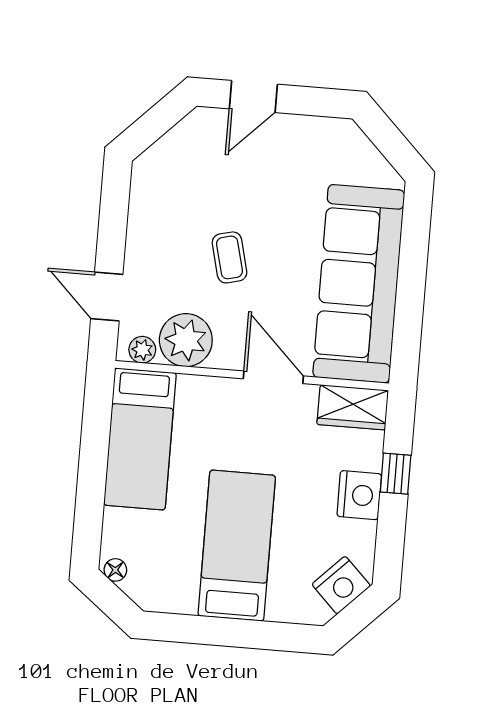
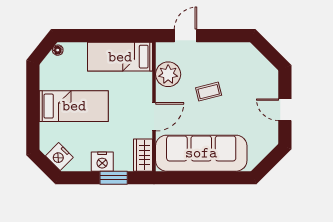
door: (253, 97) -> (285, 110), moved
plant: (142, 350) -> (162, 54), removed
window: (396, 474) -> (114, 178), width x1.50

